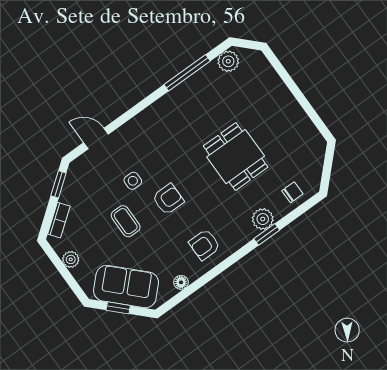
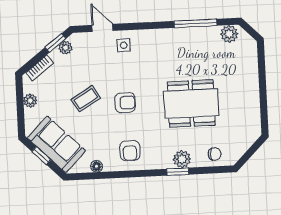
dining table: (236, 157) -> (191, 103), width x1.37
side table: (133, 181) -> (124, 45), moved
plant: (72, 183) -> (65, 48), added
coffee table: (126, 221) -> (86, 99), turned 59
armchair: (205, 245) -> (130, 151), turned -90

